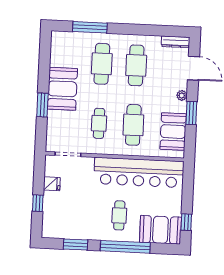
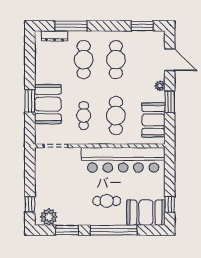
window: (166, 31) -> (142, 26), added
dresser: (175, 42) -> (54, 36), moved
booth: (62, 89) -> (48, 104), moved
fridge: (52, 184) -> (42, 174), removed
window: (38, 203) -> (30, 204), moved
cafe table: (119, 215) -> (107, 201), turned 90
plant: (57, 230) -> (49, 217), added

